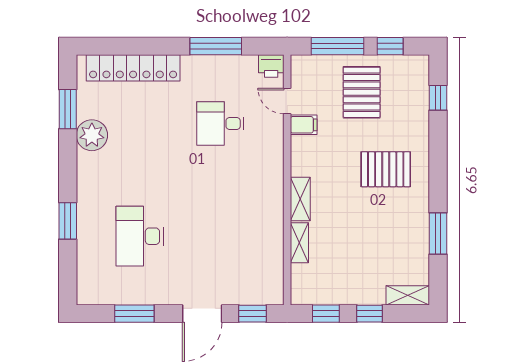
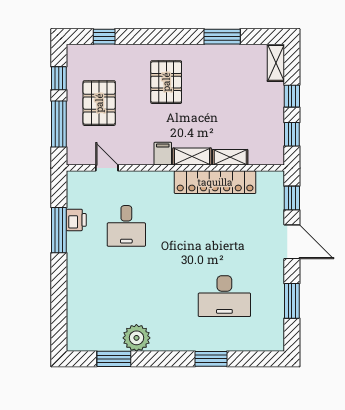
printer: (271, 66) -> (76, 220), moved
locker: (133, 68) -> (215, 182), moved, turned 90
pallet: (362, 92) -> (99, 103), turned 90
door: (287, 101) -> (107, 168), swing flipped
filing cabinet: (304, 125) -> (163, 154), moved

